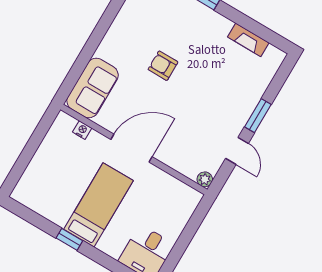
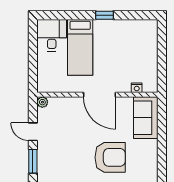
armchair: (163, 66) -> (110, 157), width x1.88, depth x1.88
door: (132, 148) -> (99, 95), hinge flipped
bed: (99, 205) -> (80, 47), moved

